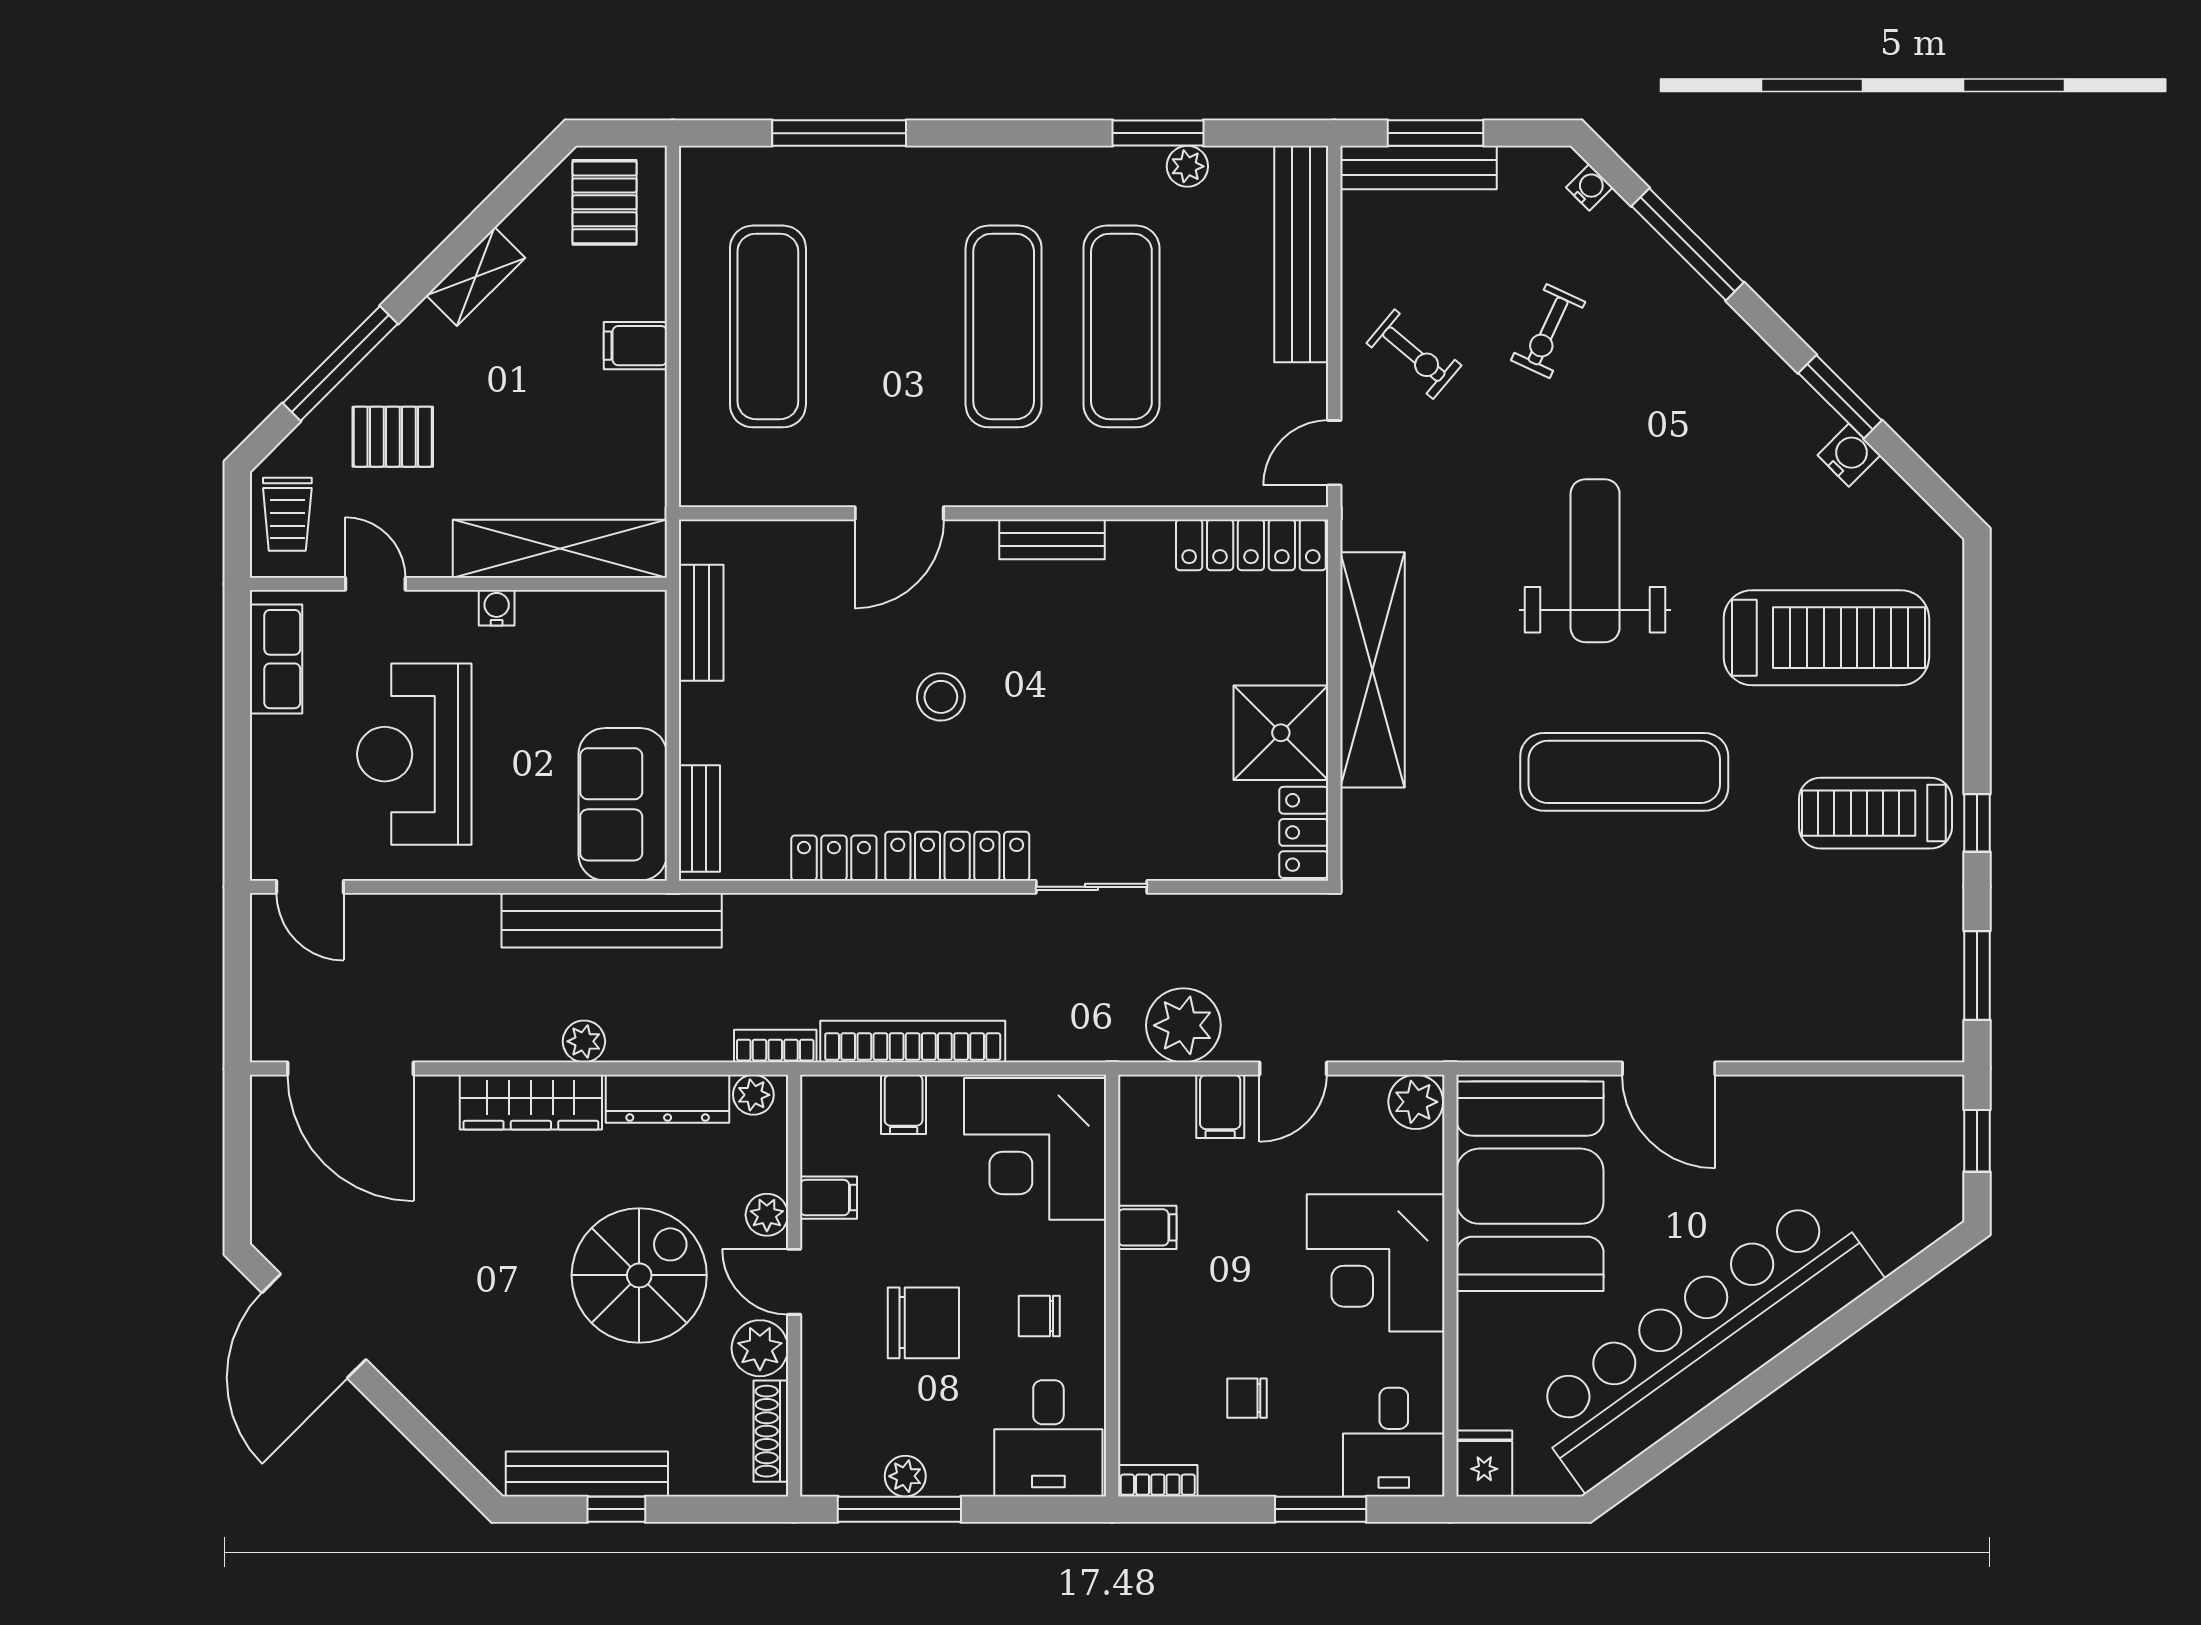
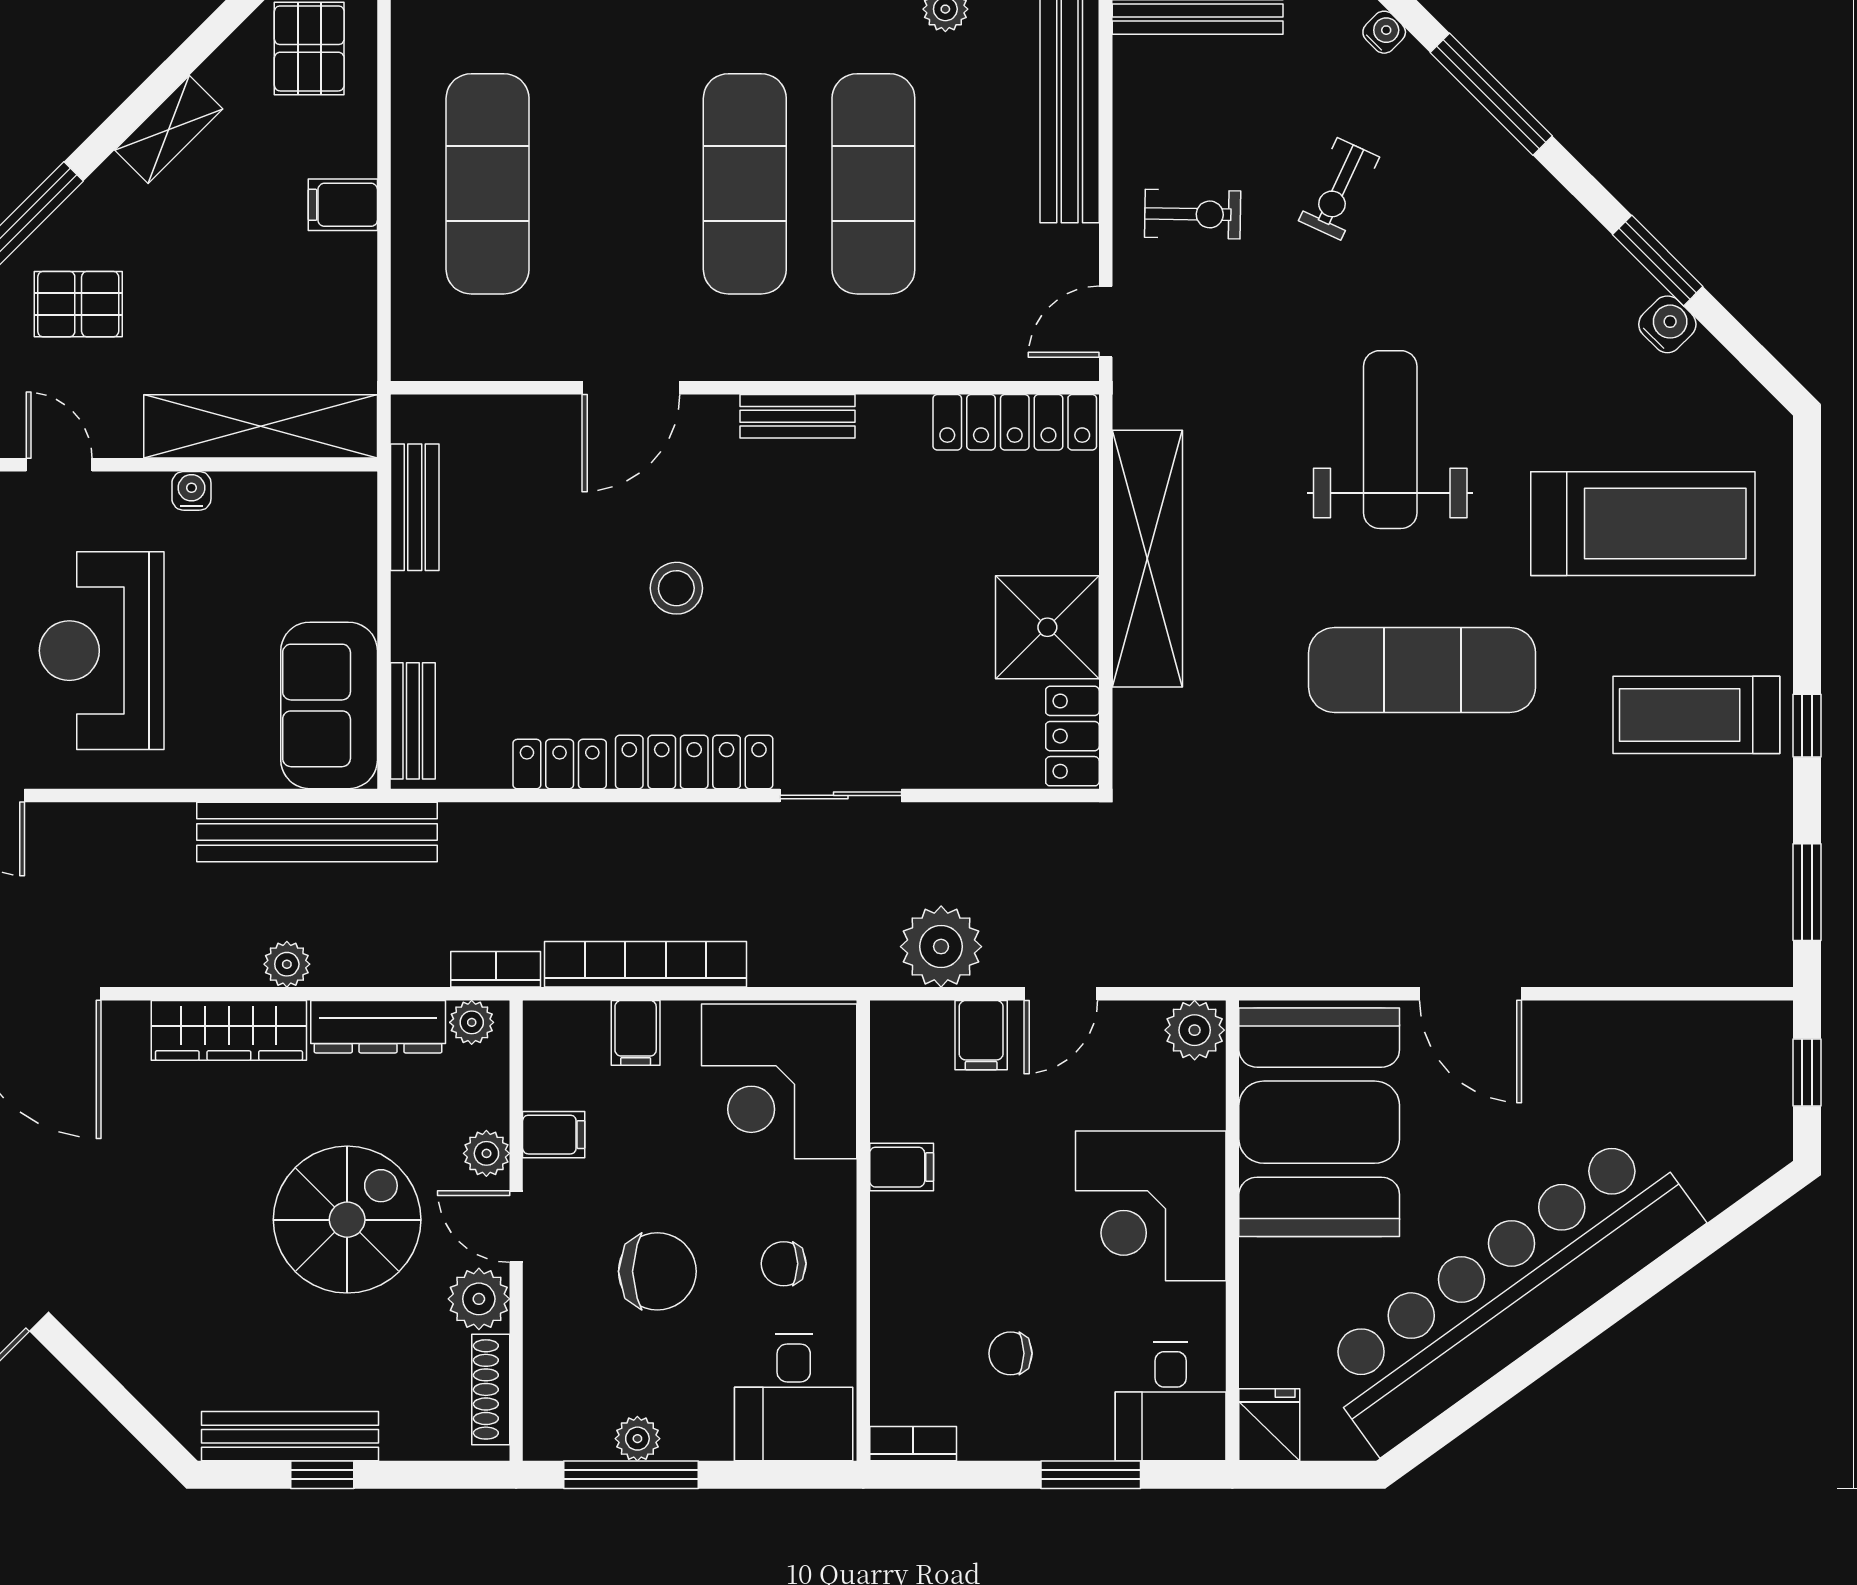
exercise bike: (1414, 354) -> (1193, 214), turned -39

